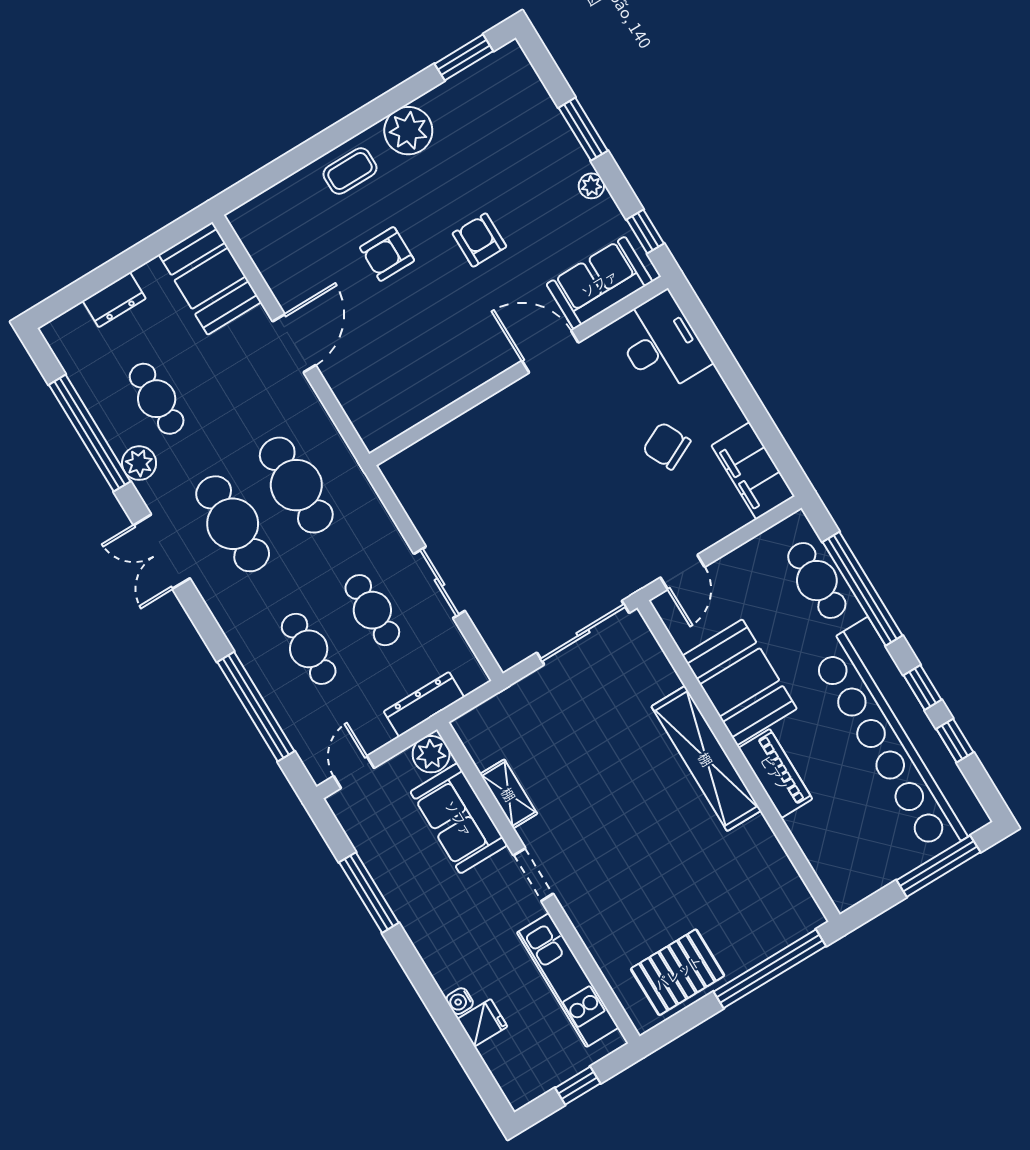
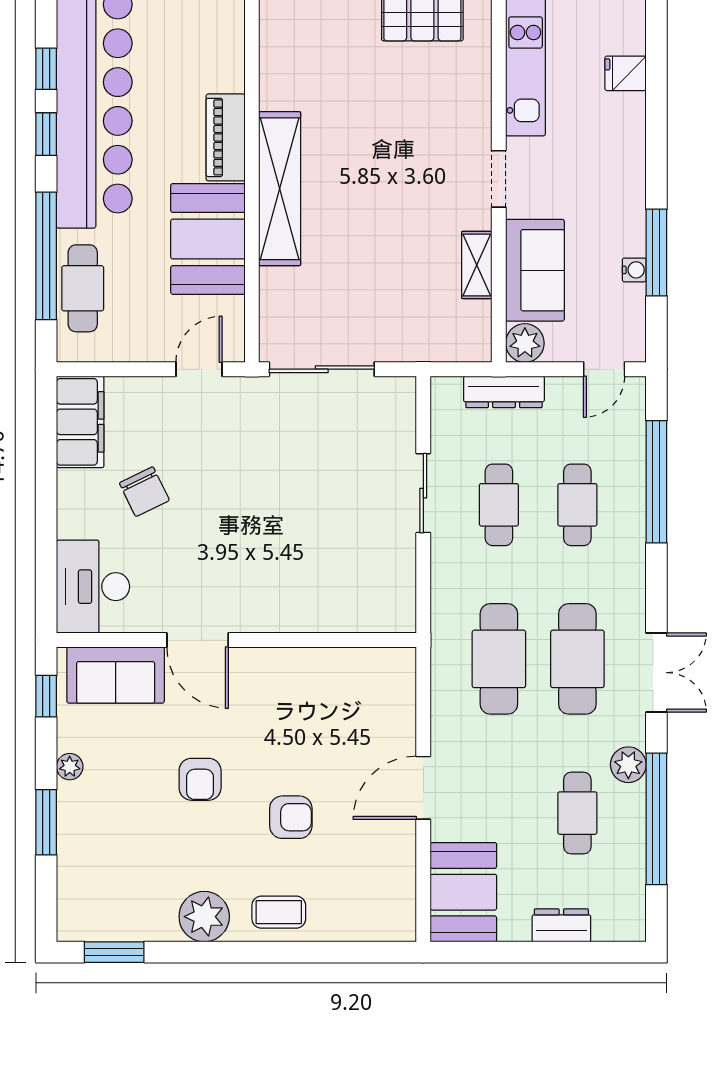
water cooler: (460, 1001) -> (634, 270), moved

